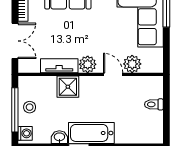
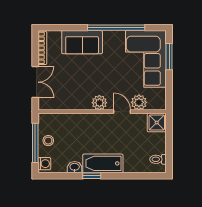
tv unit: (59, 66) -> (74, 104), removed
shower: (68, 87) -> (157, 123), moved
toilet: (154, 104) -> (158, 159), moved

